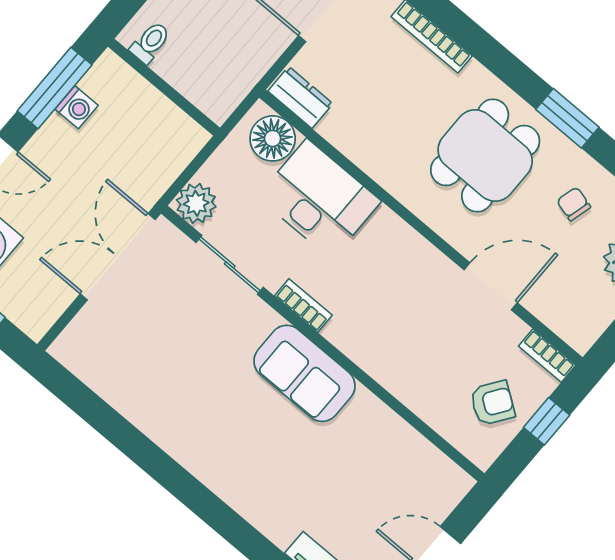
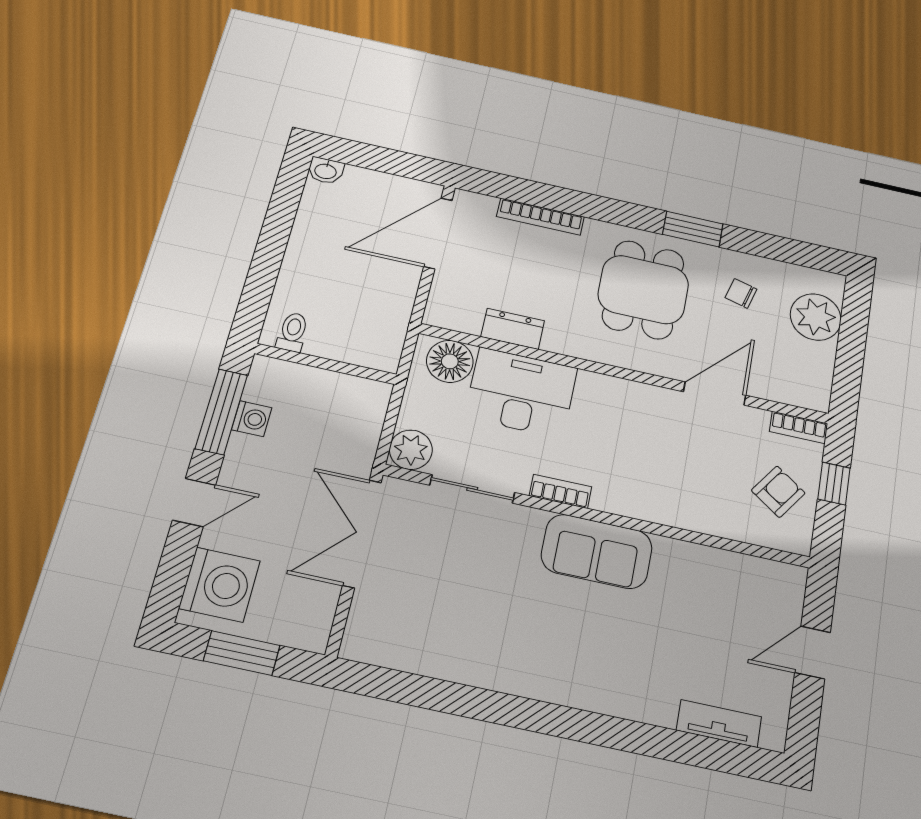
dresser: (300, 97) -> (513, 329), moved

